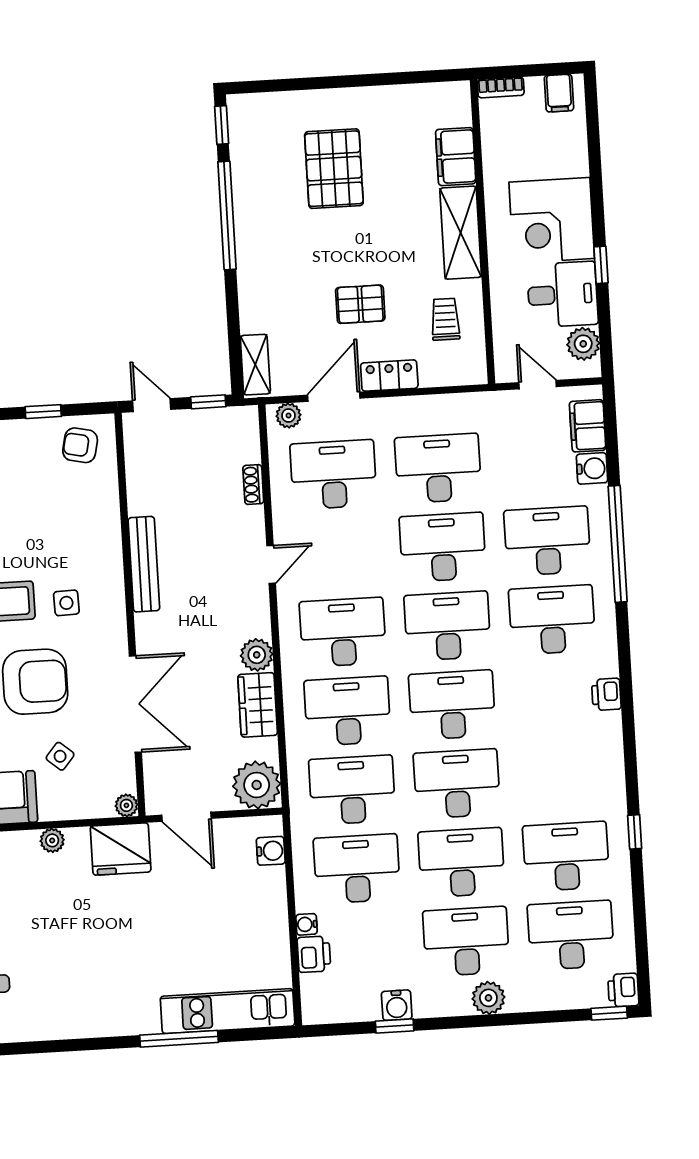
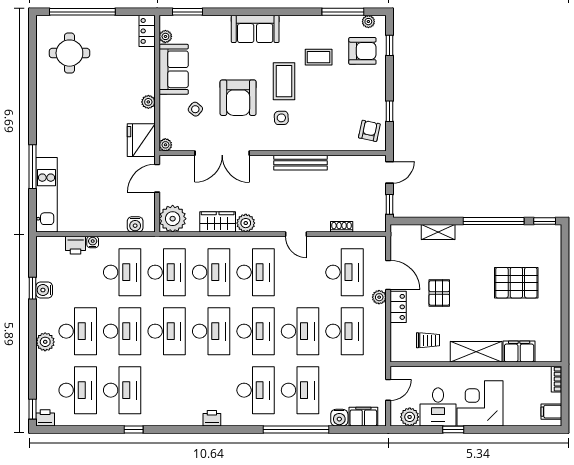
shelving: (255, 365) -> (438, 232), moved
plant: (288, 415) -> (379, 297), moved

